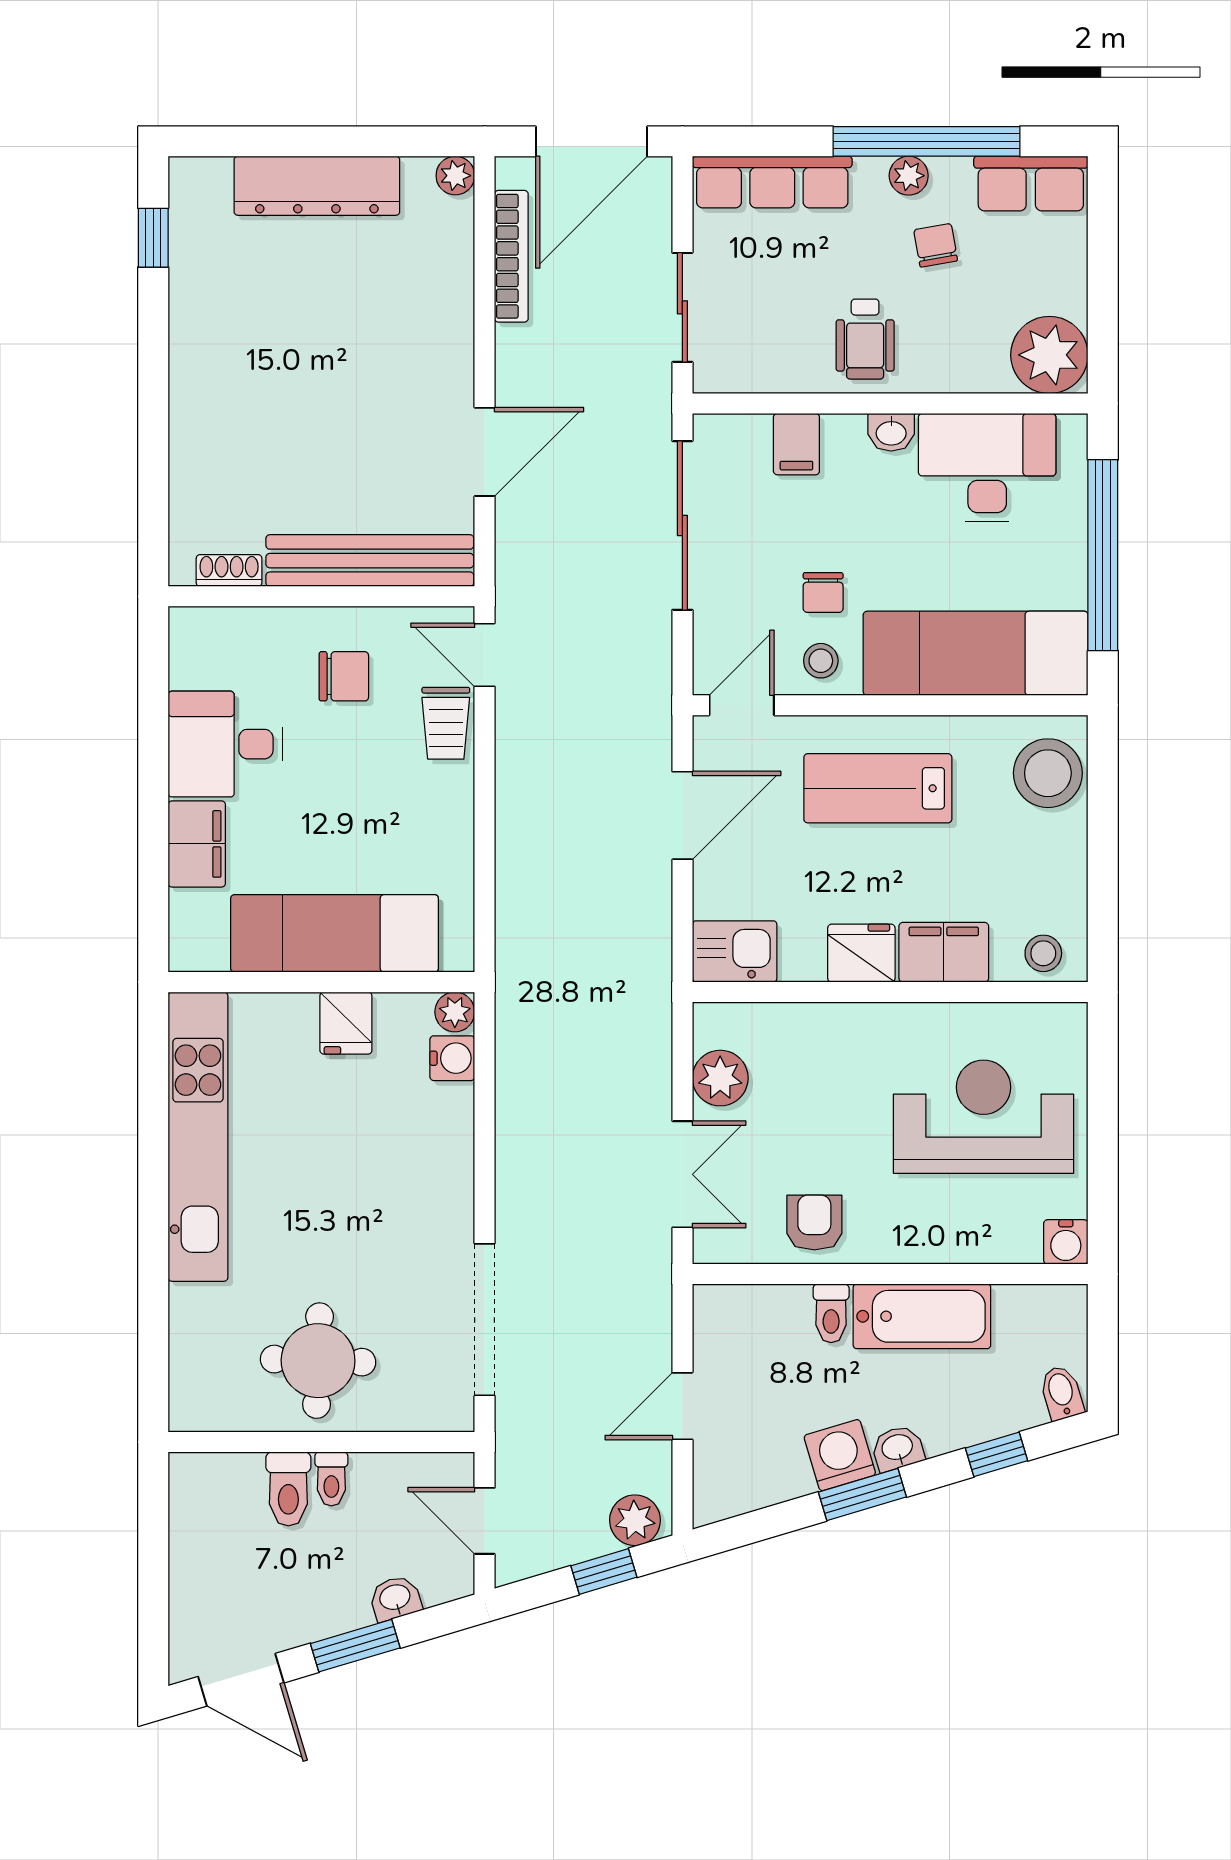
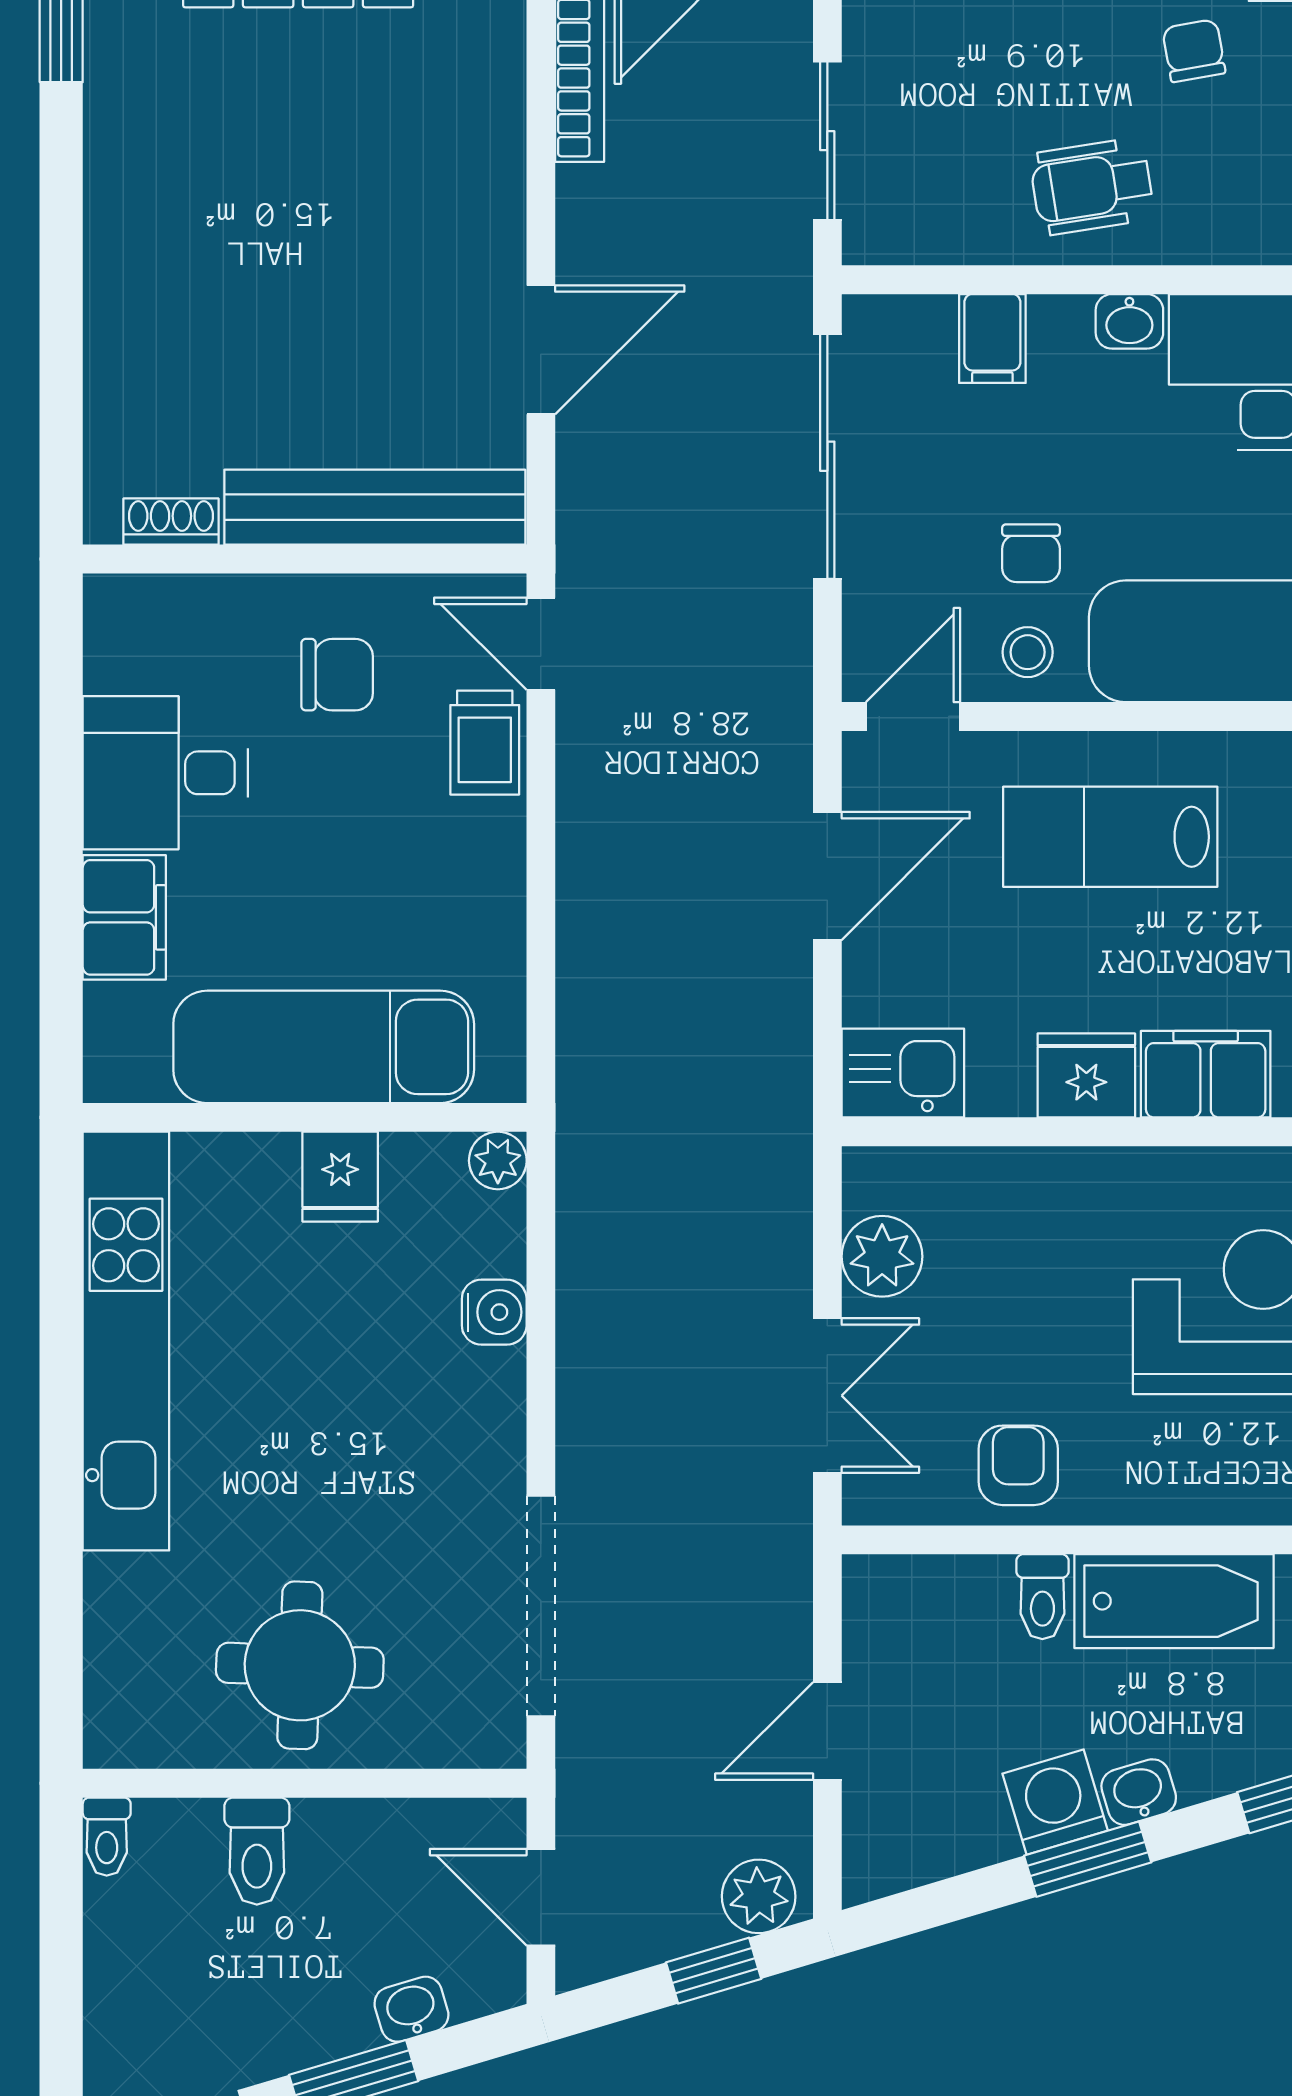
wheelchair: (865, 339) -> (1092, 186), turned 81
water cooler: (452, 1058) -> (494, 1312), moved
toilet: (331, 1479) -> (107, 1837), moved

